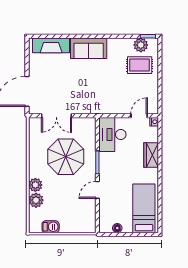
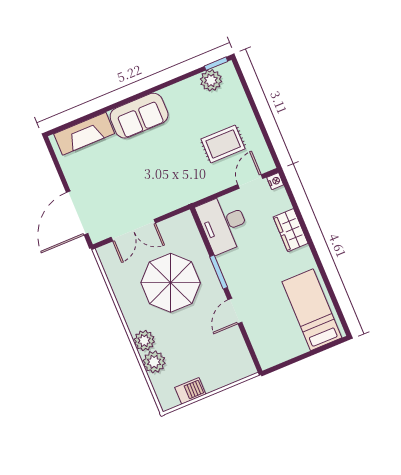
rug: (140, 65) -> (223, 144), moved
floor lamp: (117, 228) -> (286, 353), removed

